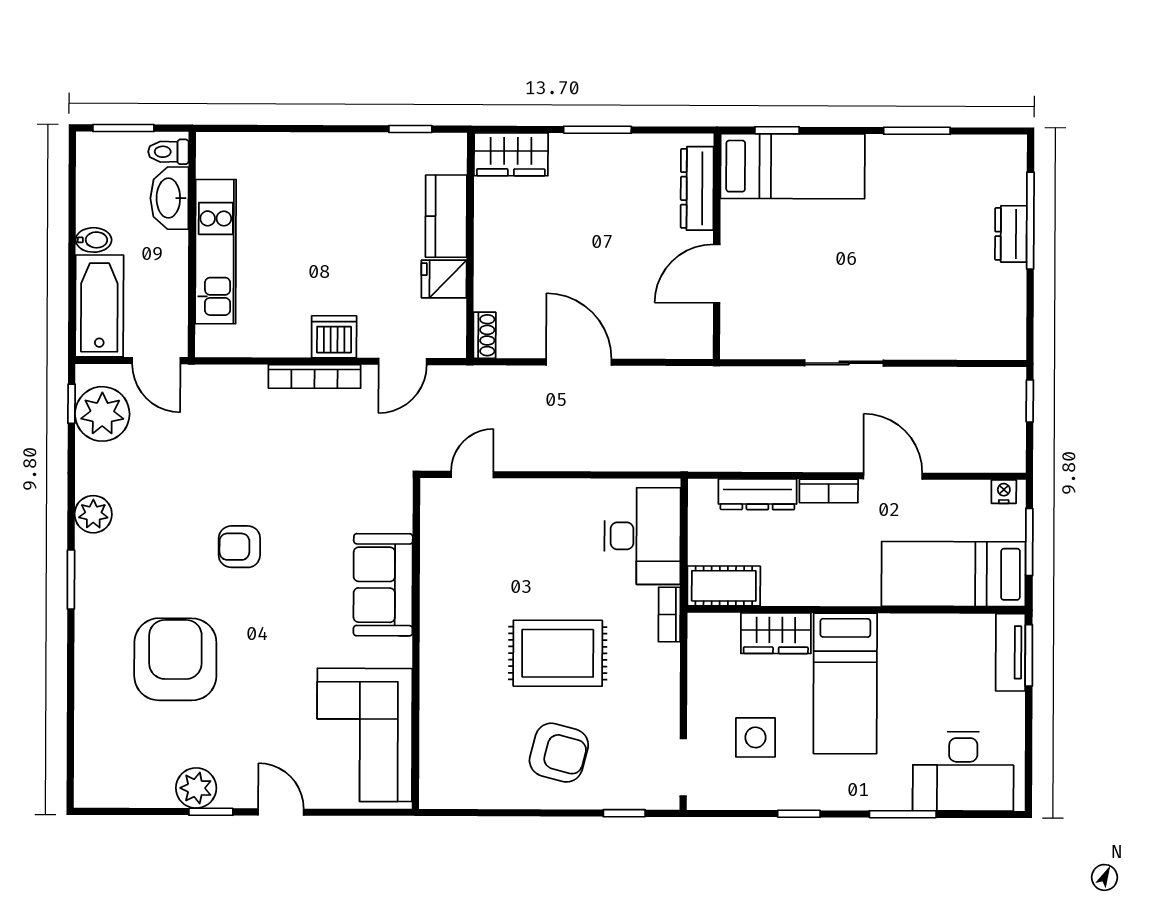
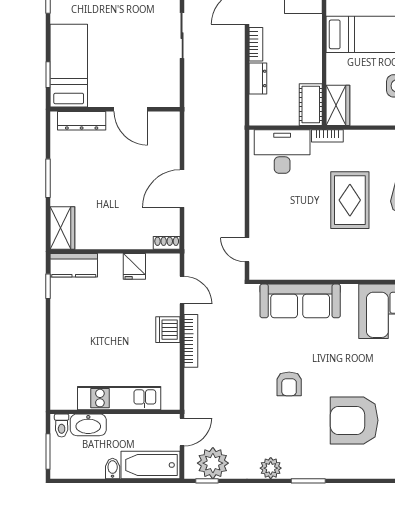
kitchen counter: (446, 216) -> (74, 265), moved
dresser: (757, 494) -> (258, 78), width x0.70
sofa: (383, 585) -> (300, 301), width x1.36
wardrobe: (776, 633) -> (338, 105), moved

